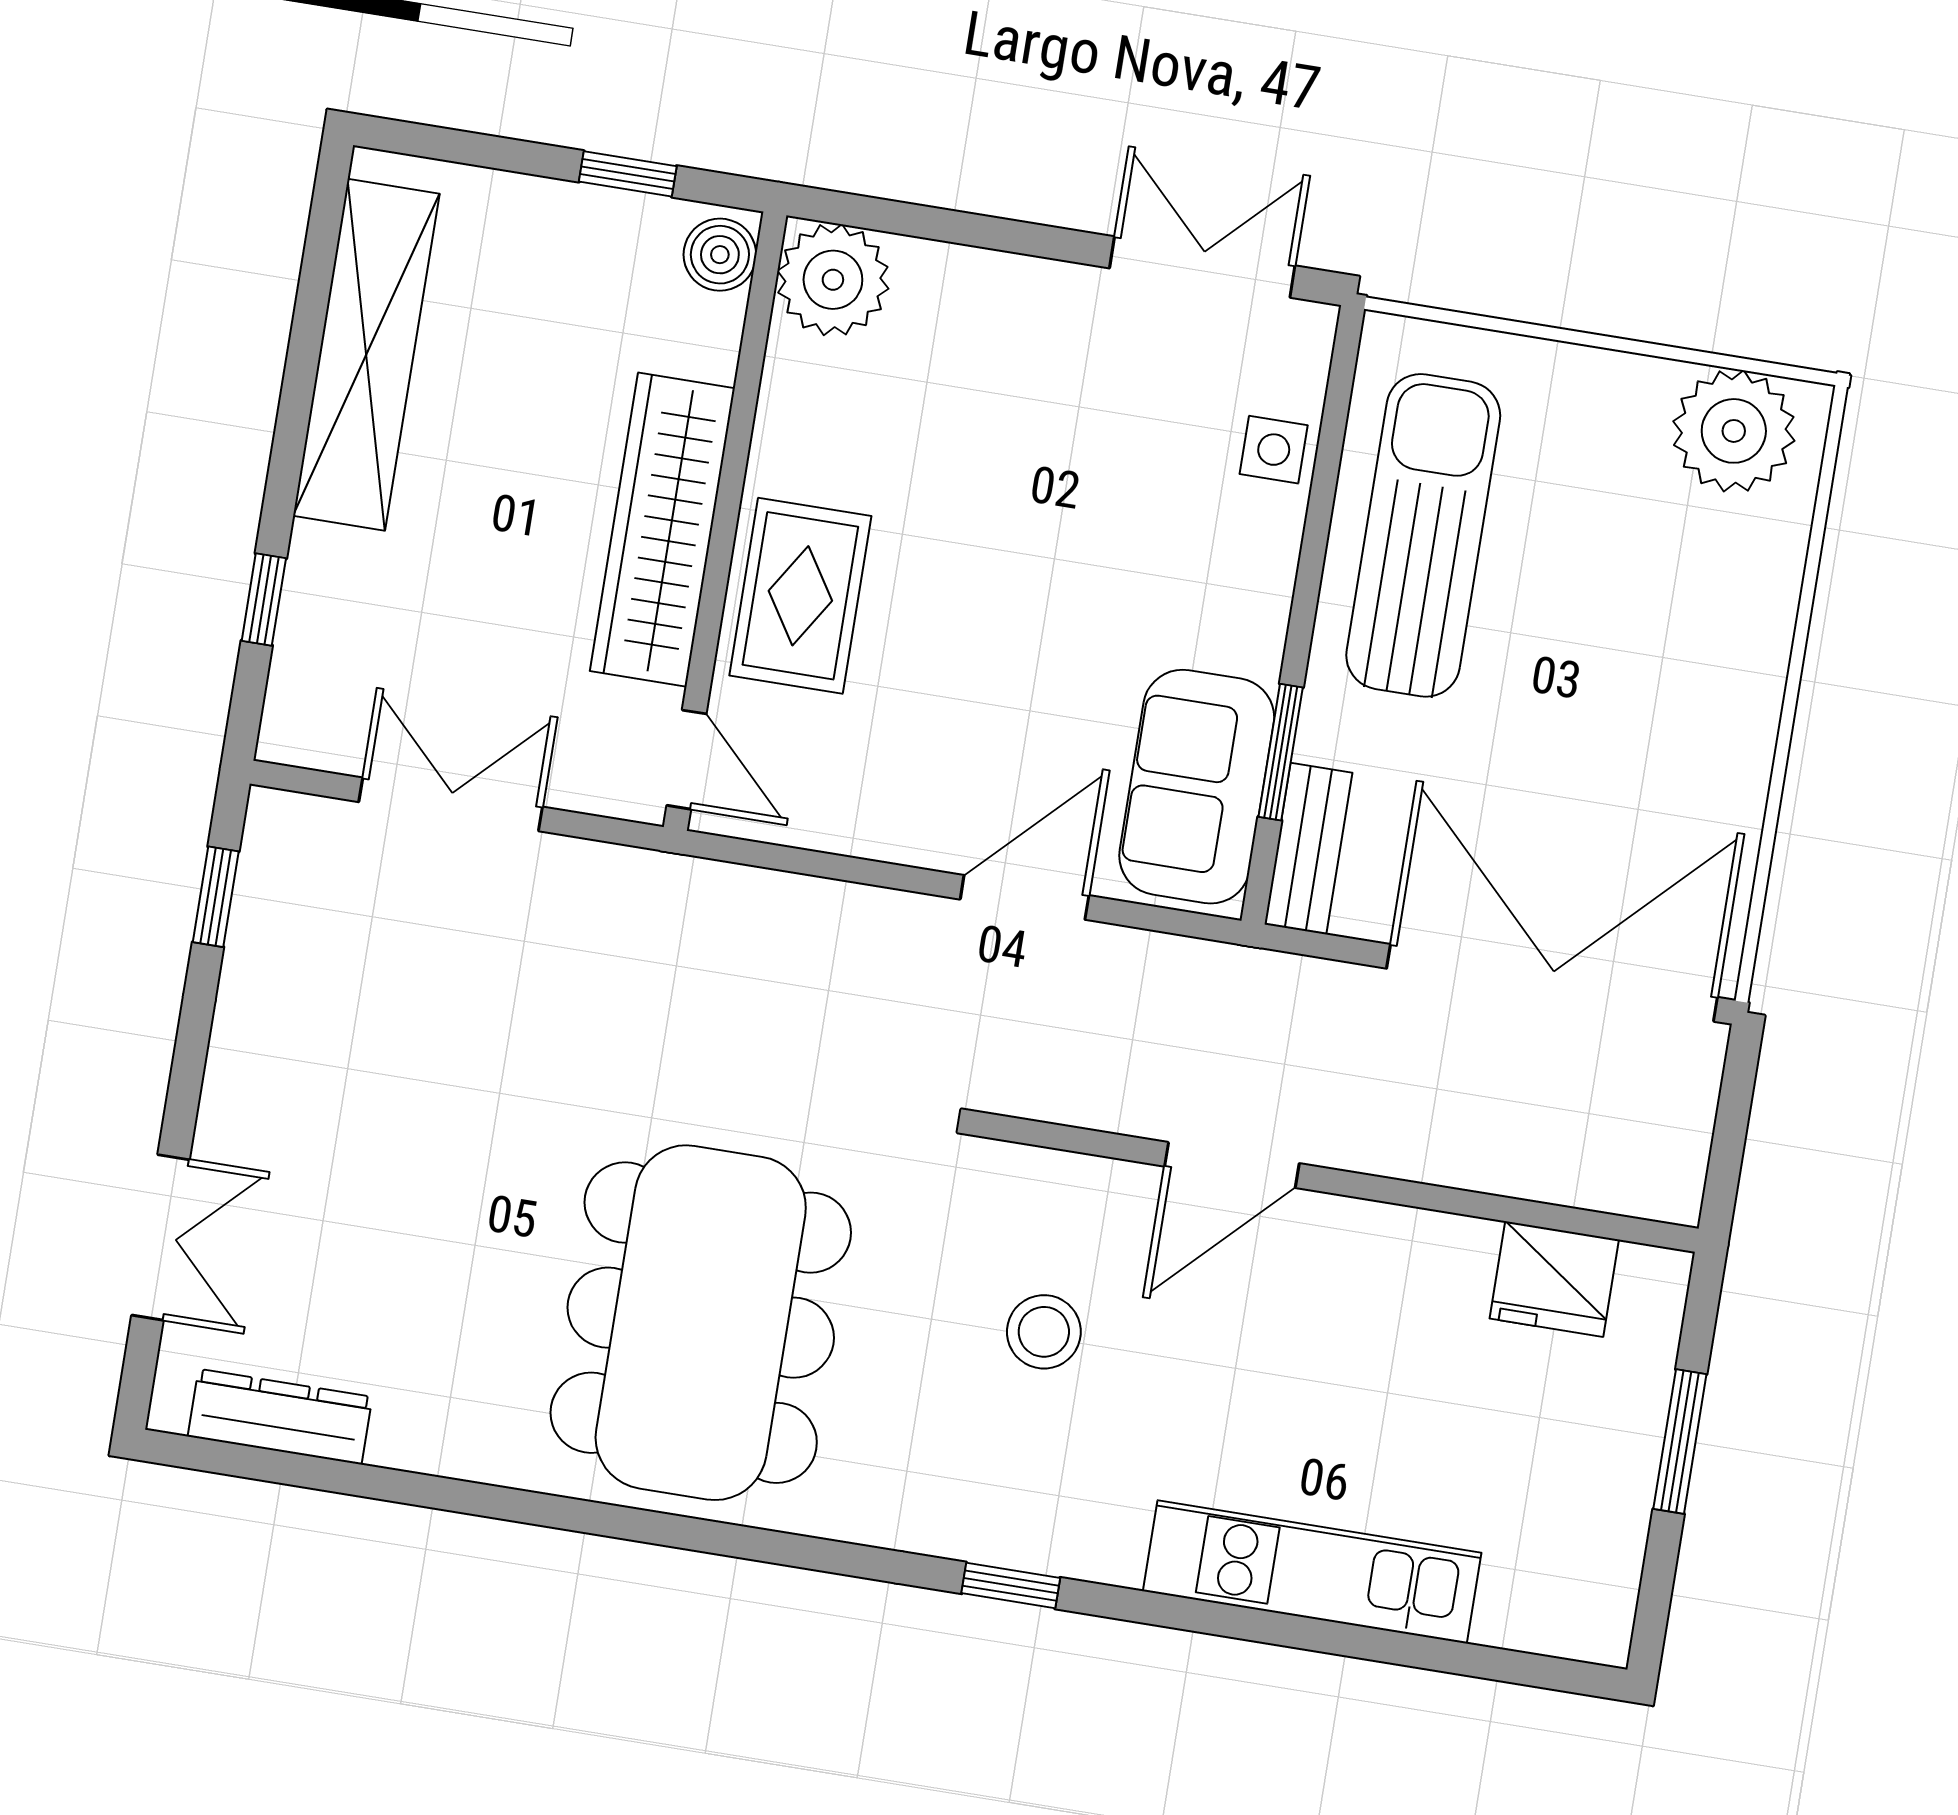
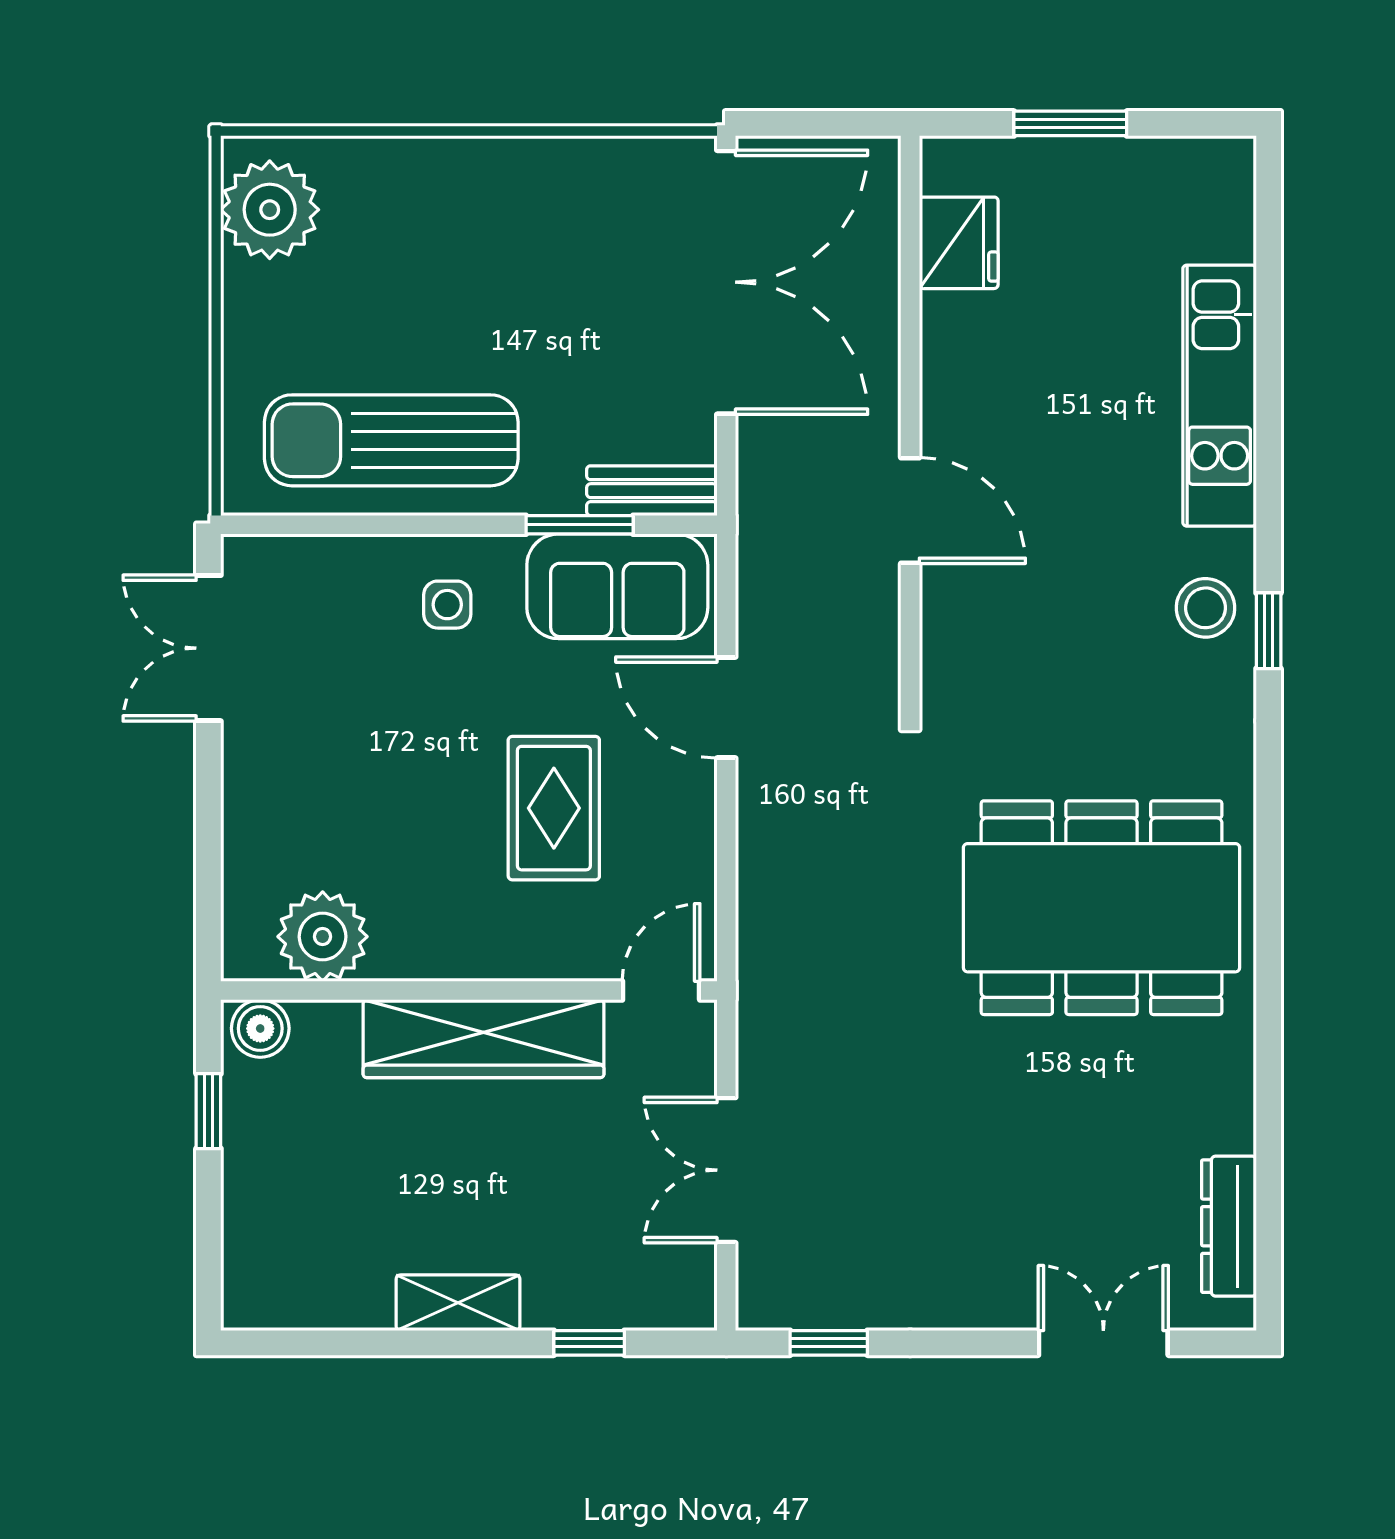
plant: (833, 280) -> (323, 937), moved
shelving: (366, 355) -> (458, 1303), width x0.45, depth x0.75
side table: (1274, 450) -> (447, 605), moved
rug: (800, 596) -> (554, 808), moved, turned 90
double door: (1552, 983) -> (726, 282), swing flipped
stool: (1044, 1332) -> (1205, 608), moved

